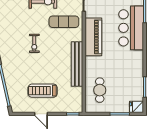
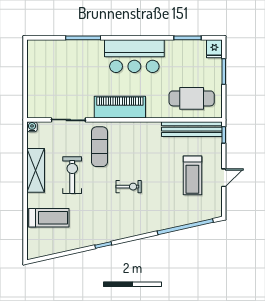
bar counter: (131, 28) -> (134, 56), moved
bench: (77, 64) -> (192, 129), moved
cafe table: (100, 90) -> (192, 98), width x1.37, depth x1.35

